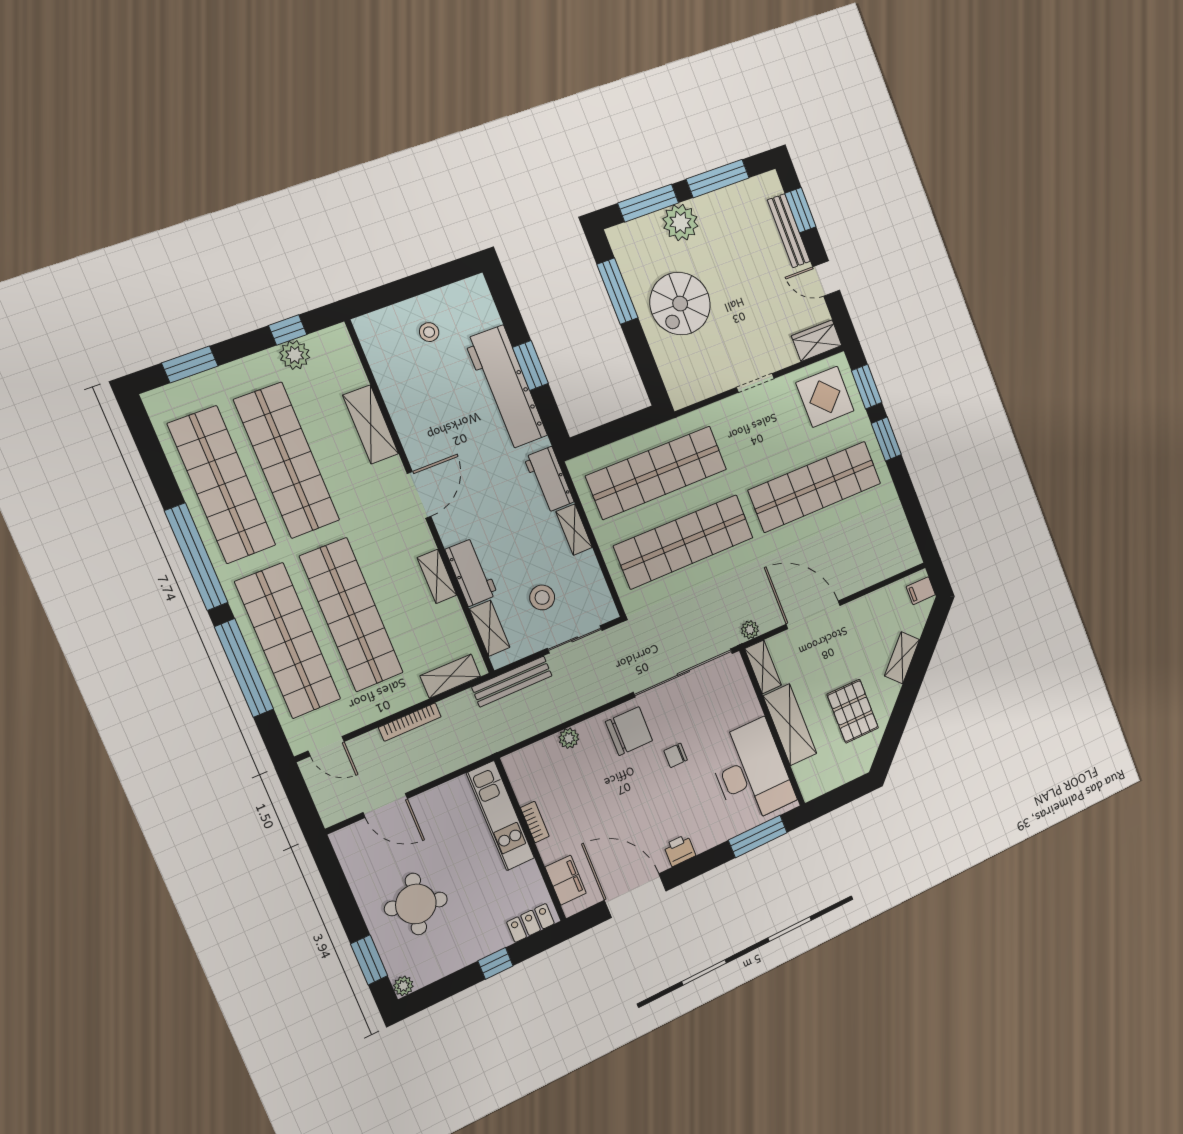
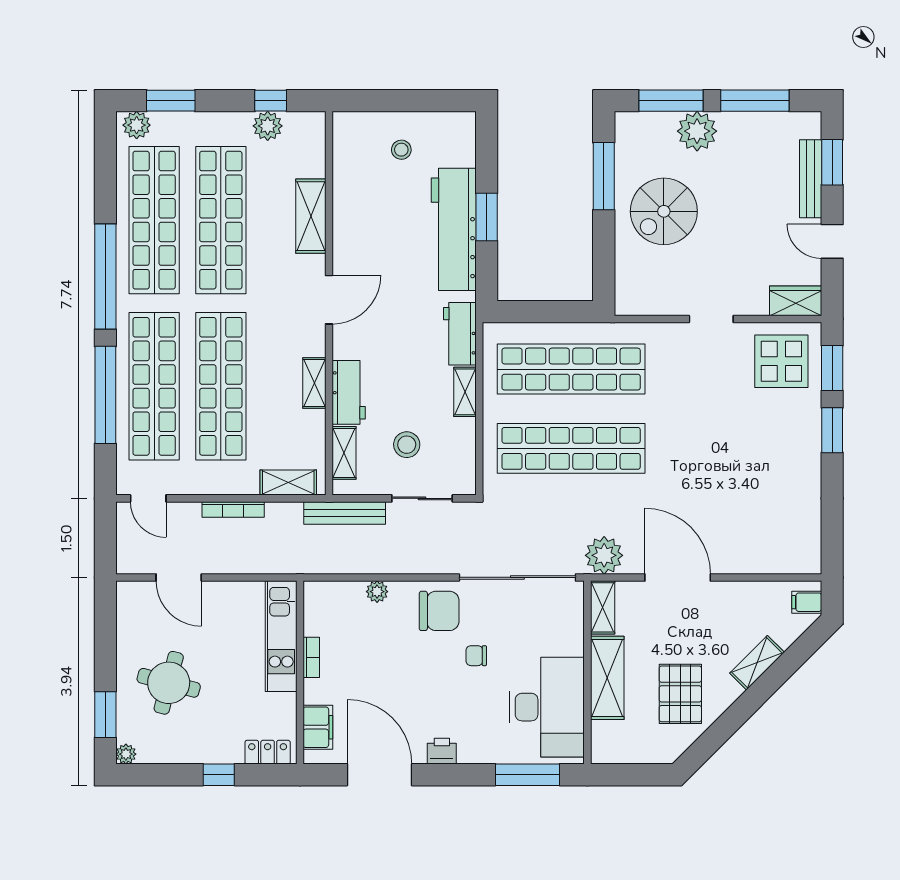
plant: (166, 400) -> (137, 125), added
shop shelf: (815, 487) -> (733, 448), removed
plant: (750, 630) -> (604, 555), width x1.88, depth x1.88

